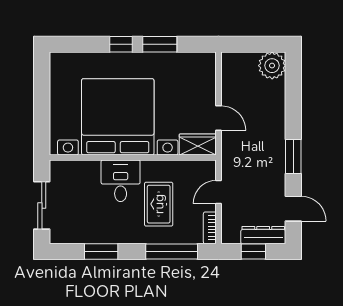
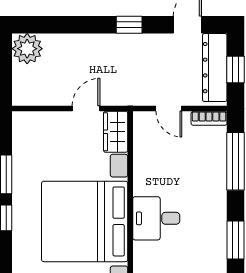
window: (293, 157) -> (129, 25), width x0.67
rug: (159, 204) -> (182, 176), removed
dresser: (263, 235) -> (215, 68), width x1.37, depth x1.24

